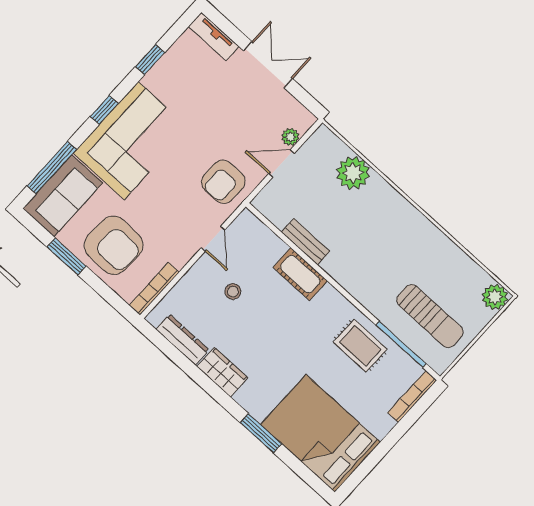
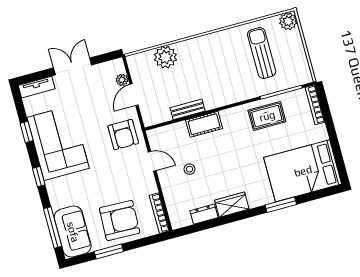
corner sofa: (131, 141) -> (58, 143), moved
sun lounger: (430, 316) -> (262, 53), moved, turned -90
dresser: (182, 340) -> (204, 214), width x0.70

